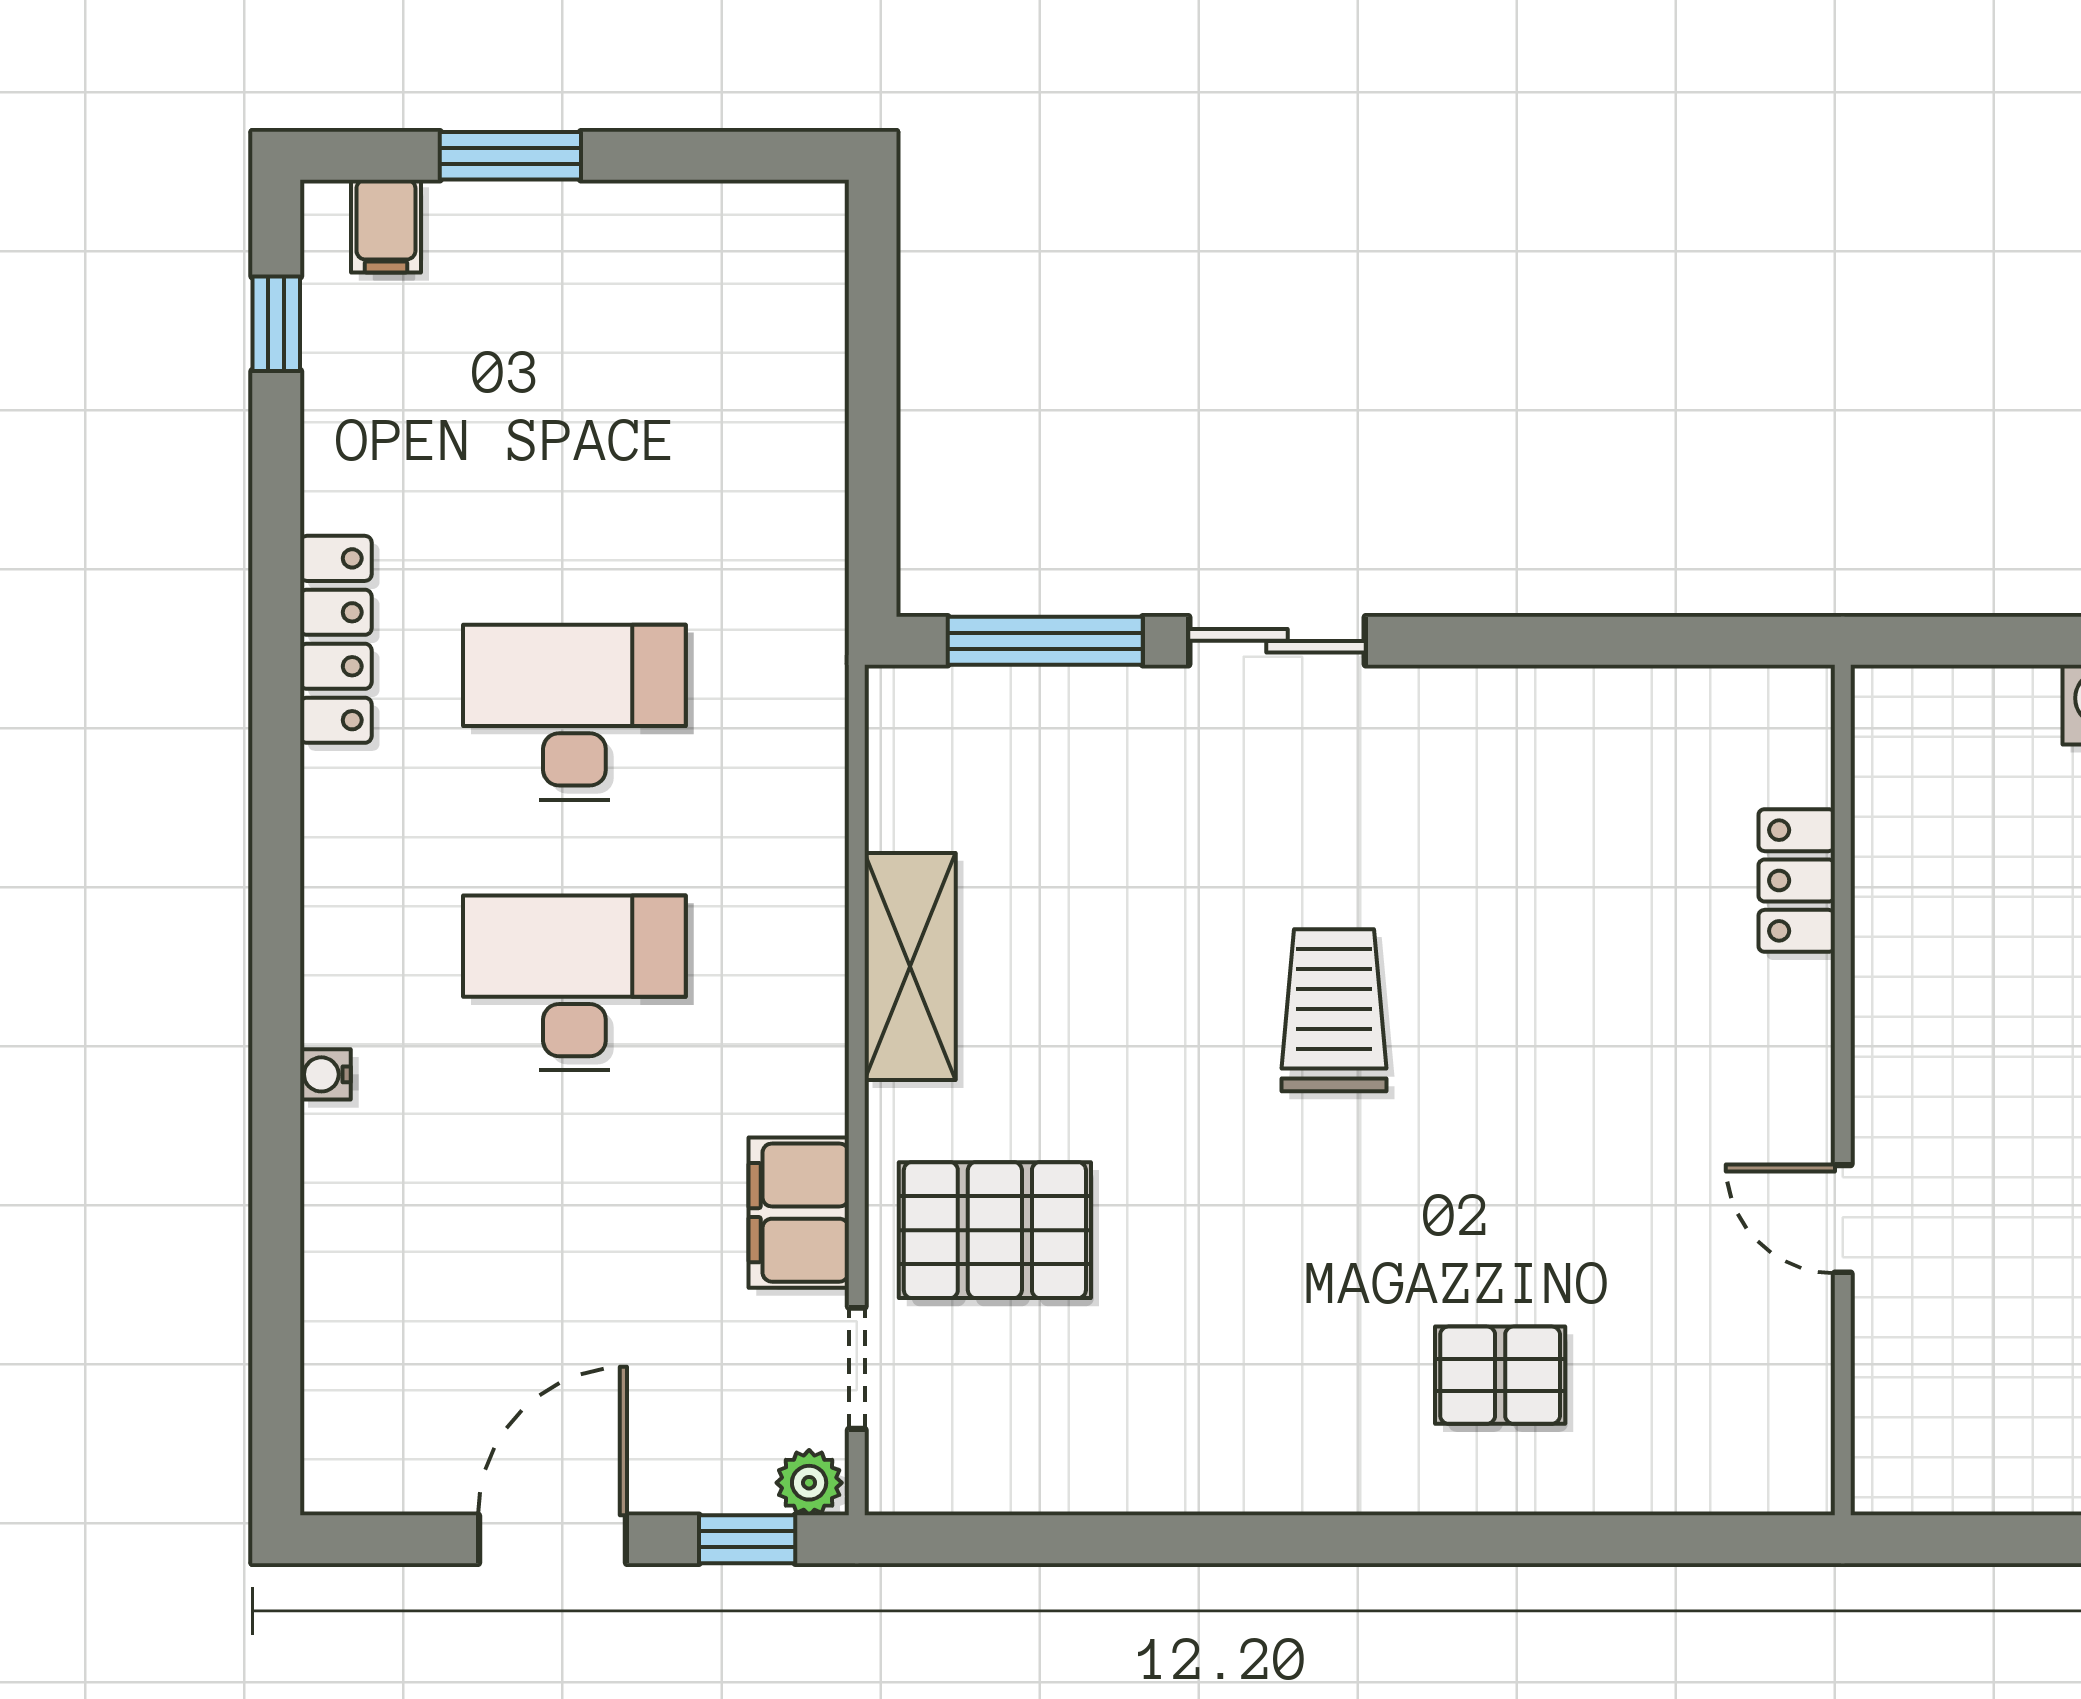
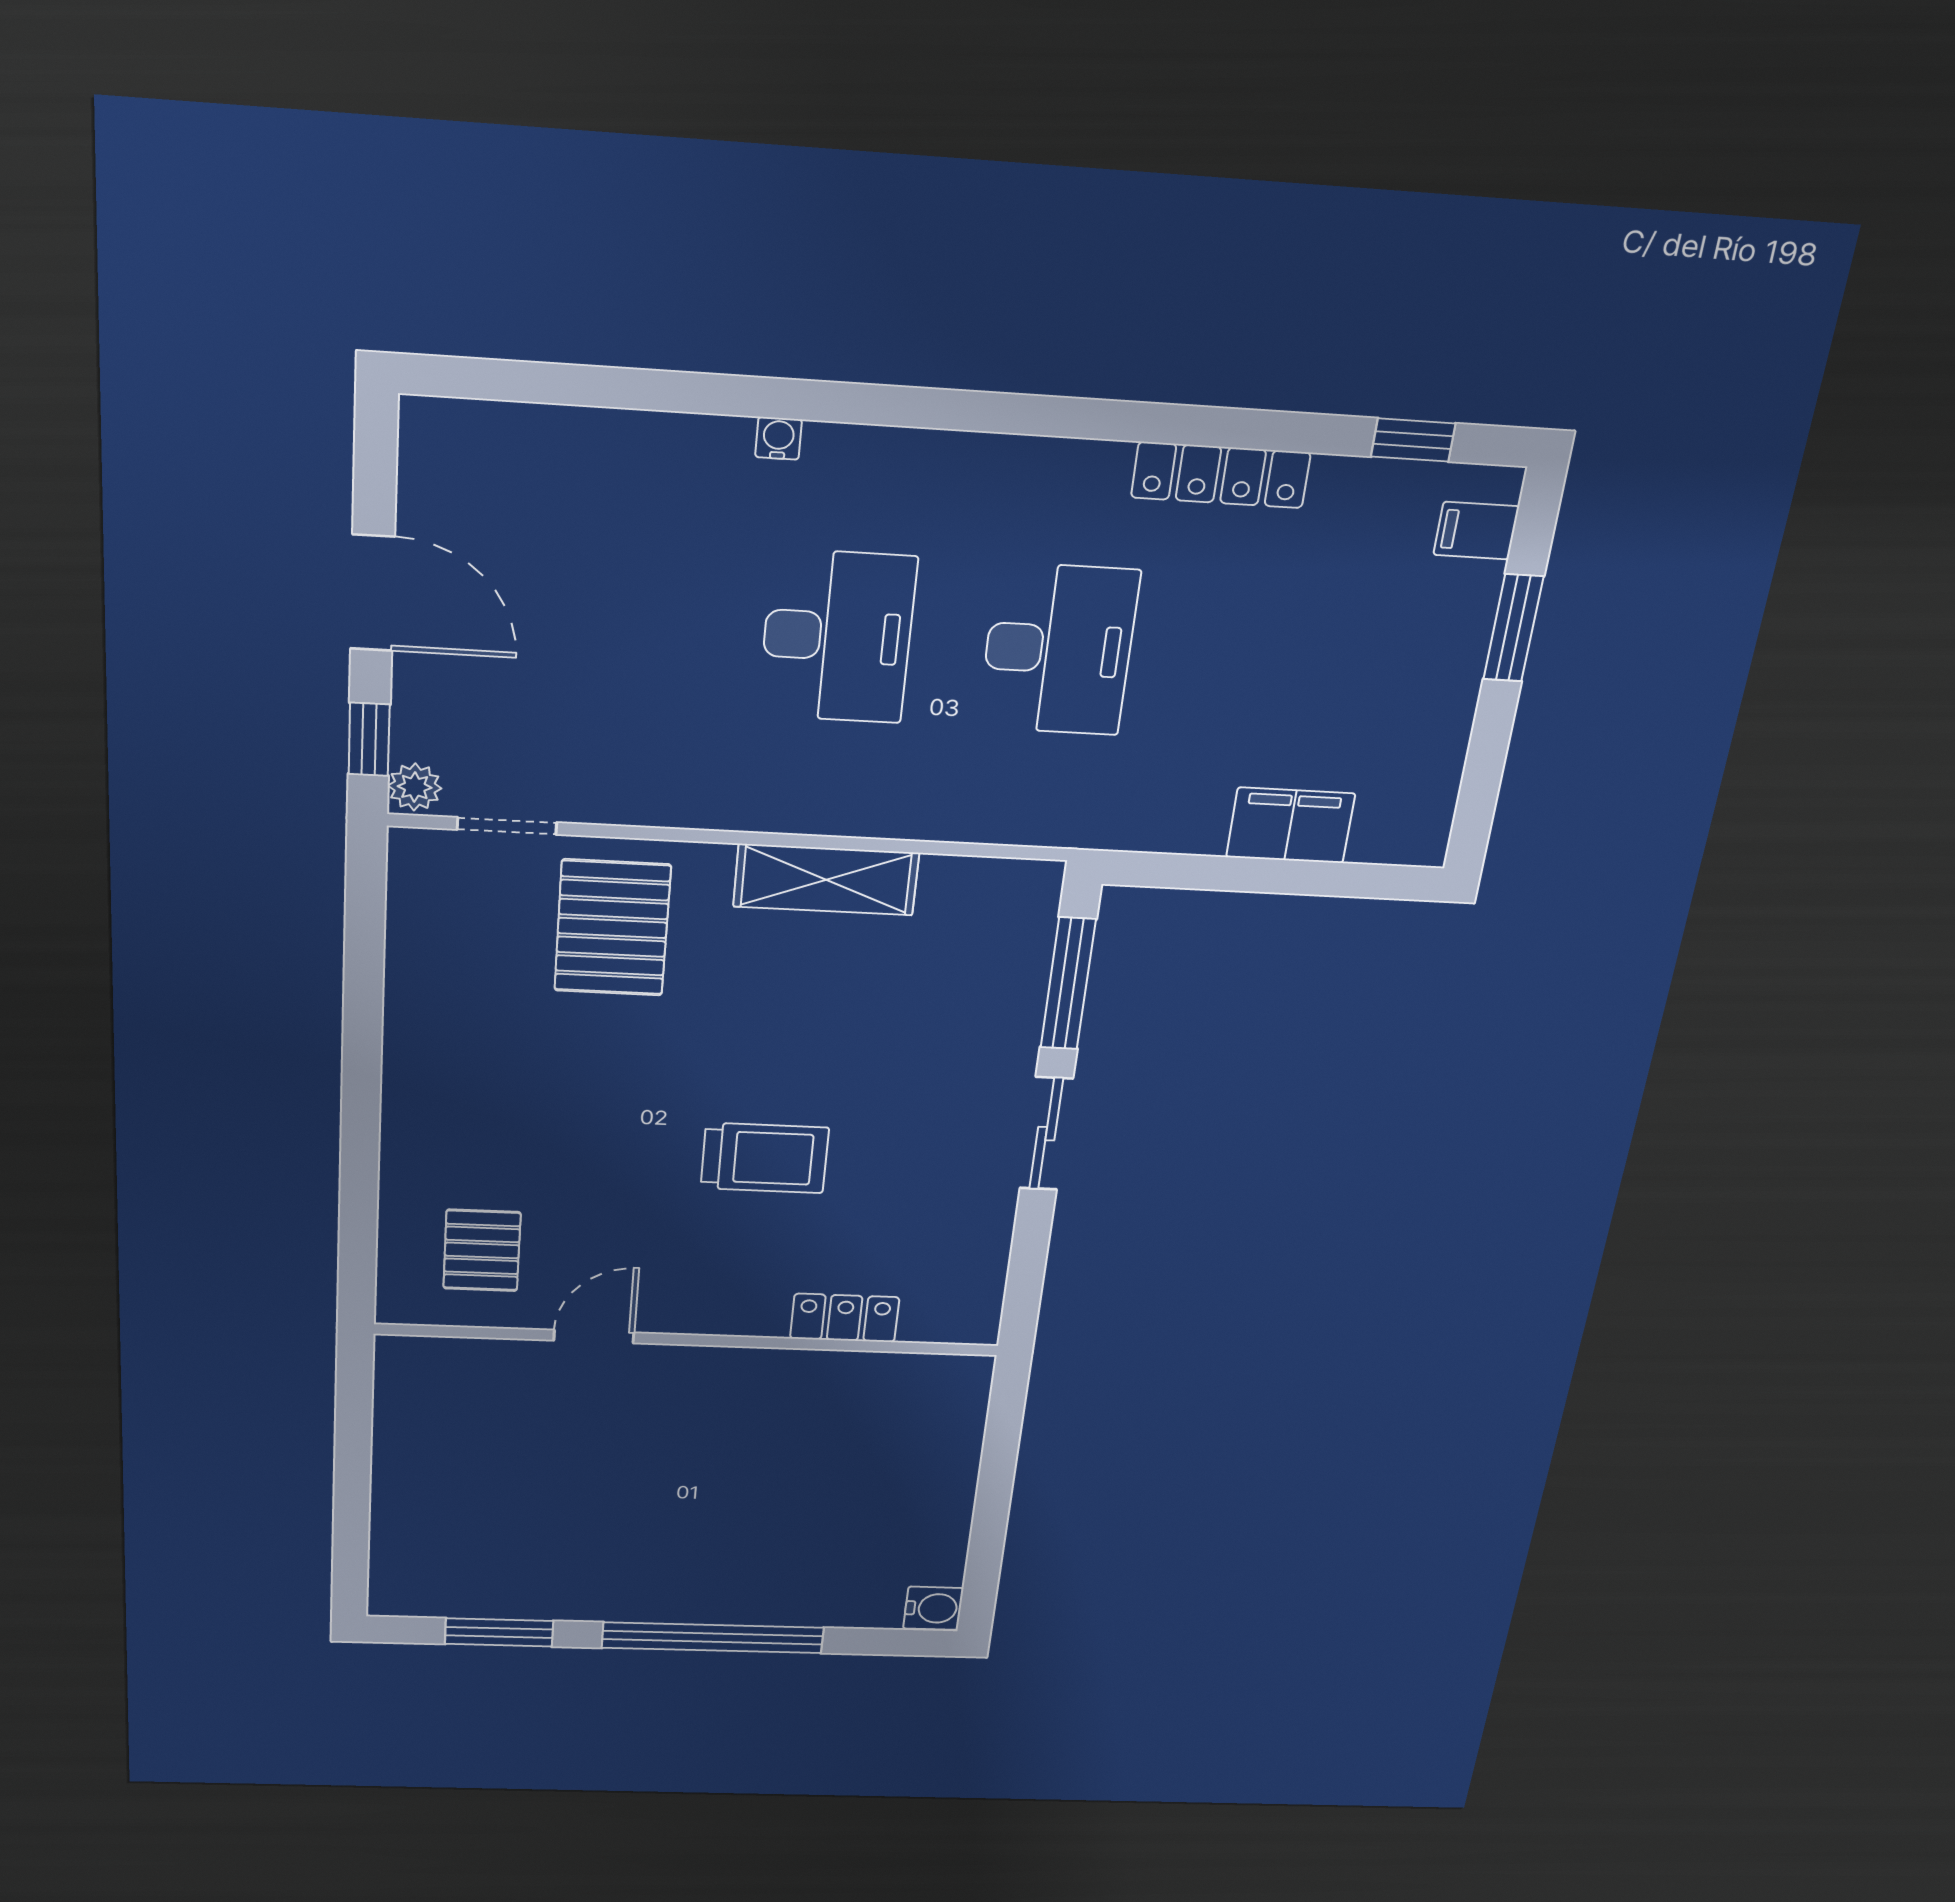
locker: (336, 639) -> (1221, 475), moved
locker: (1797, 881) -> (845, 1318), moved
wall: (1843, 1090) -> (689, 1340), moved
filing cabinet: (799, 1213) -> (1291, 825), moved
door: (1843, 1219) -> (594, 1336), moved

